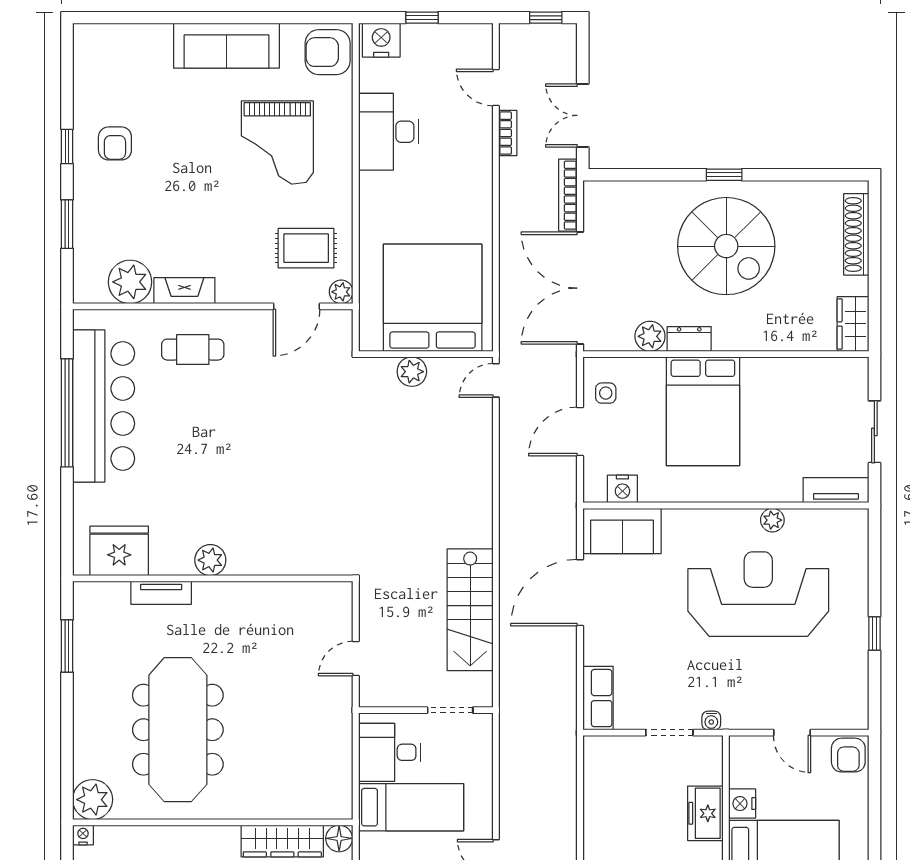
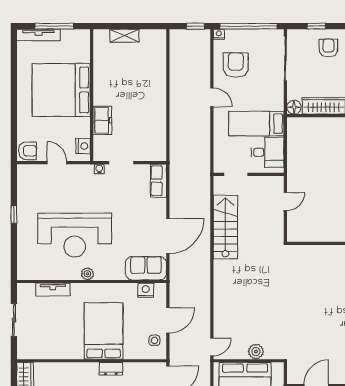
plant: (650, 336) -> (131, 370), removed
tv unit: (836, 490) -> (53, 290), moved
plant: (772, 520) -> (87, 274), moved
armchair: (848, 755) -> (27, 151), turned 90
nightstand: (742, 804) -> (83, 146), moved

